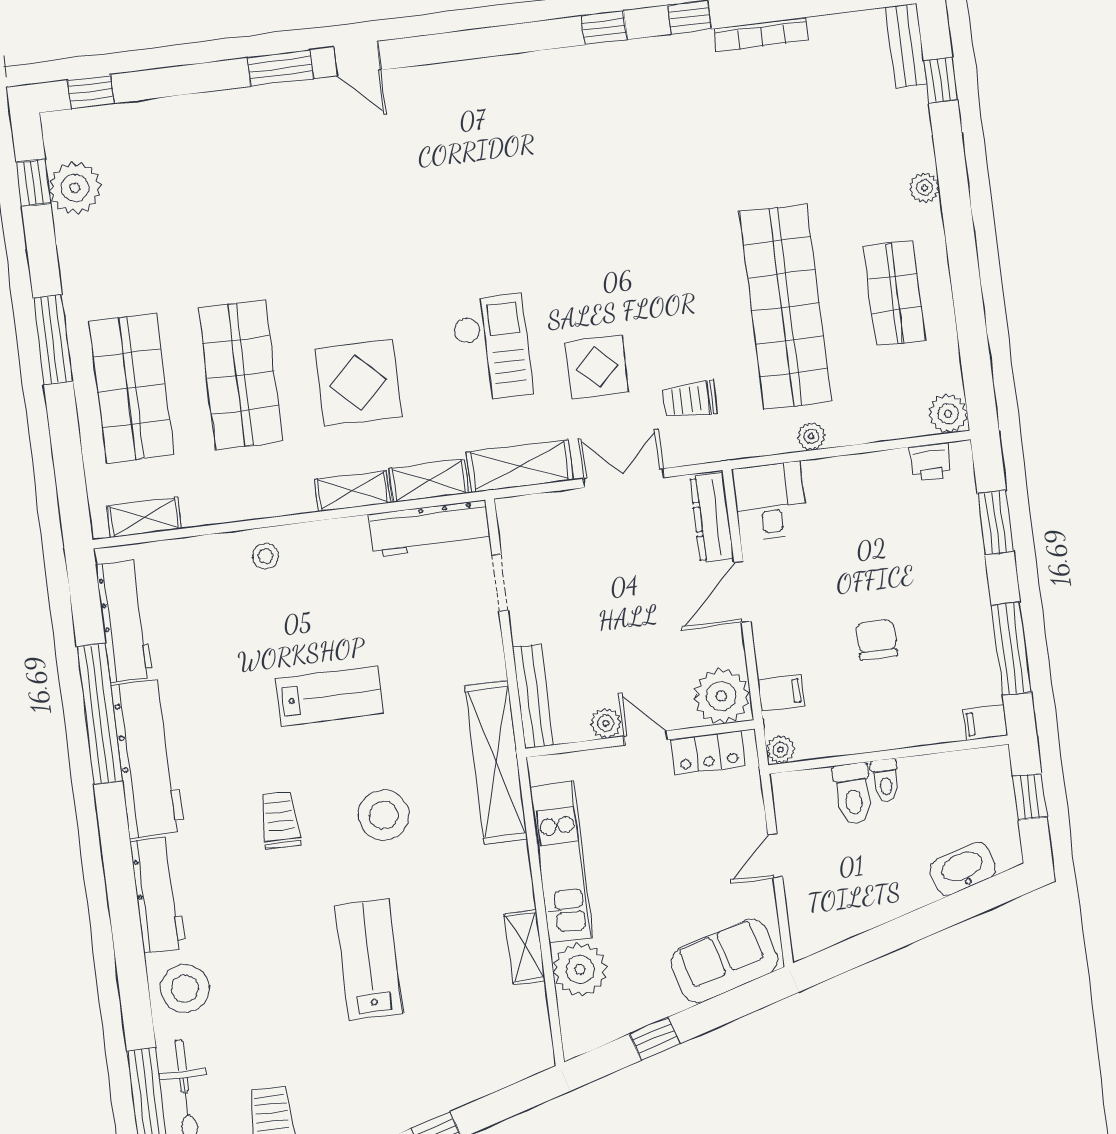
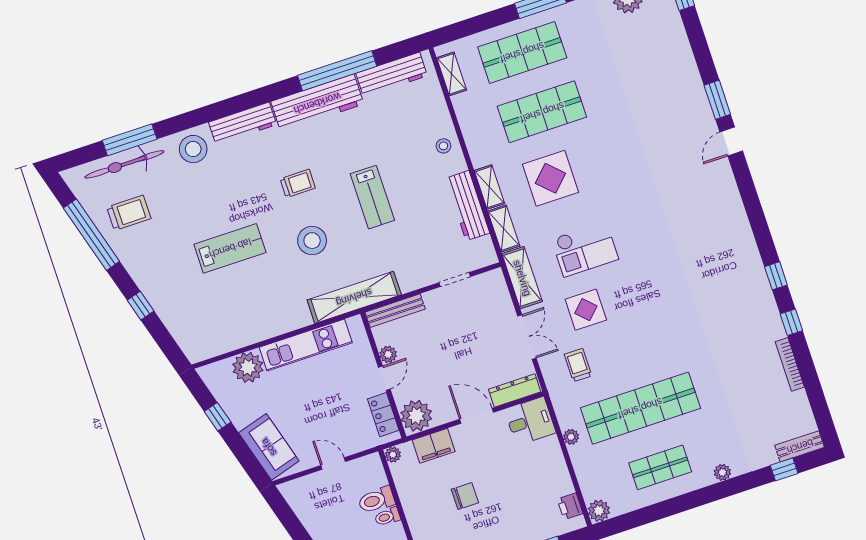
workbench: (429, 529) -> (468, 206), moved
filing cabinet: (781, 693) -> (434, 446), width x2.00
shelving: (525, 947) -> (254, 334), removed

